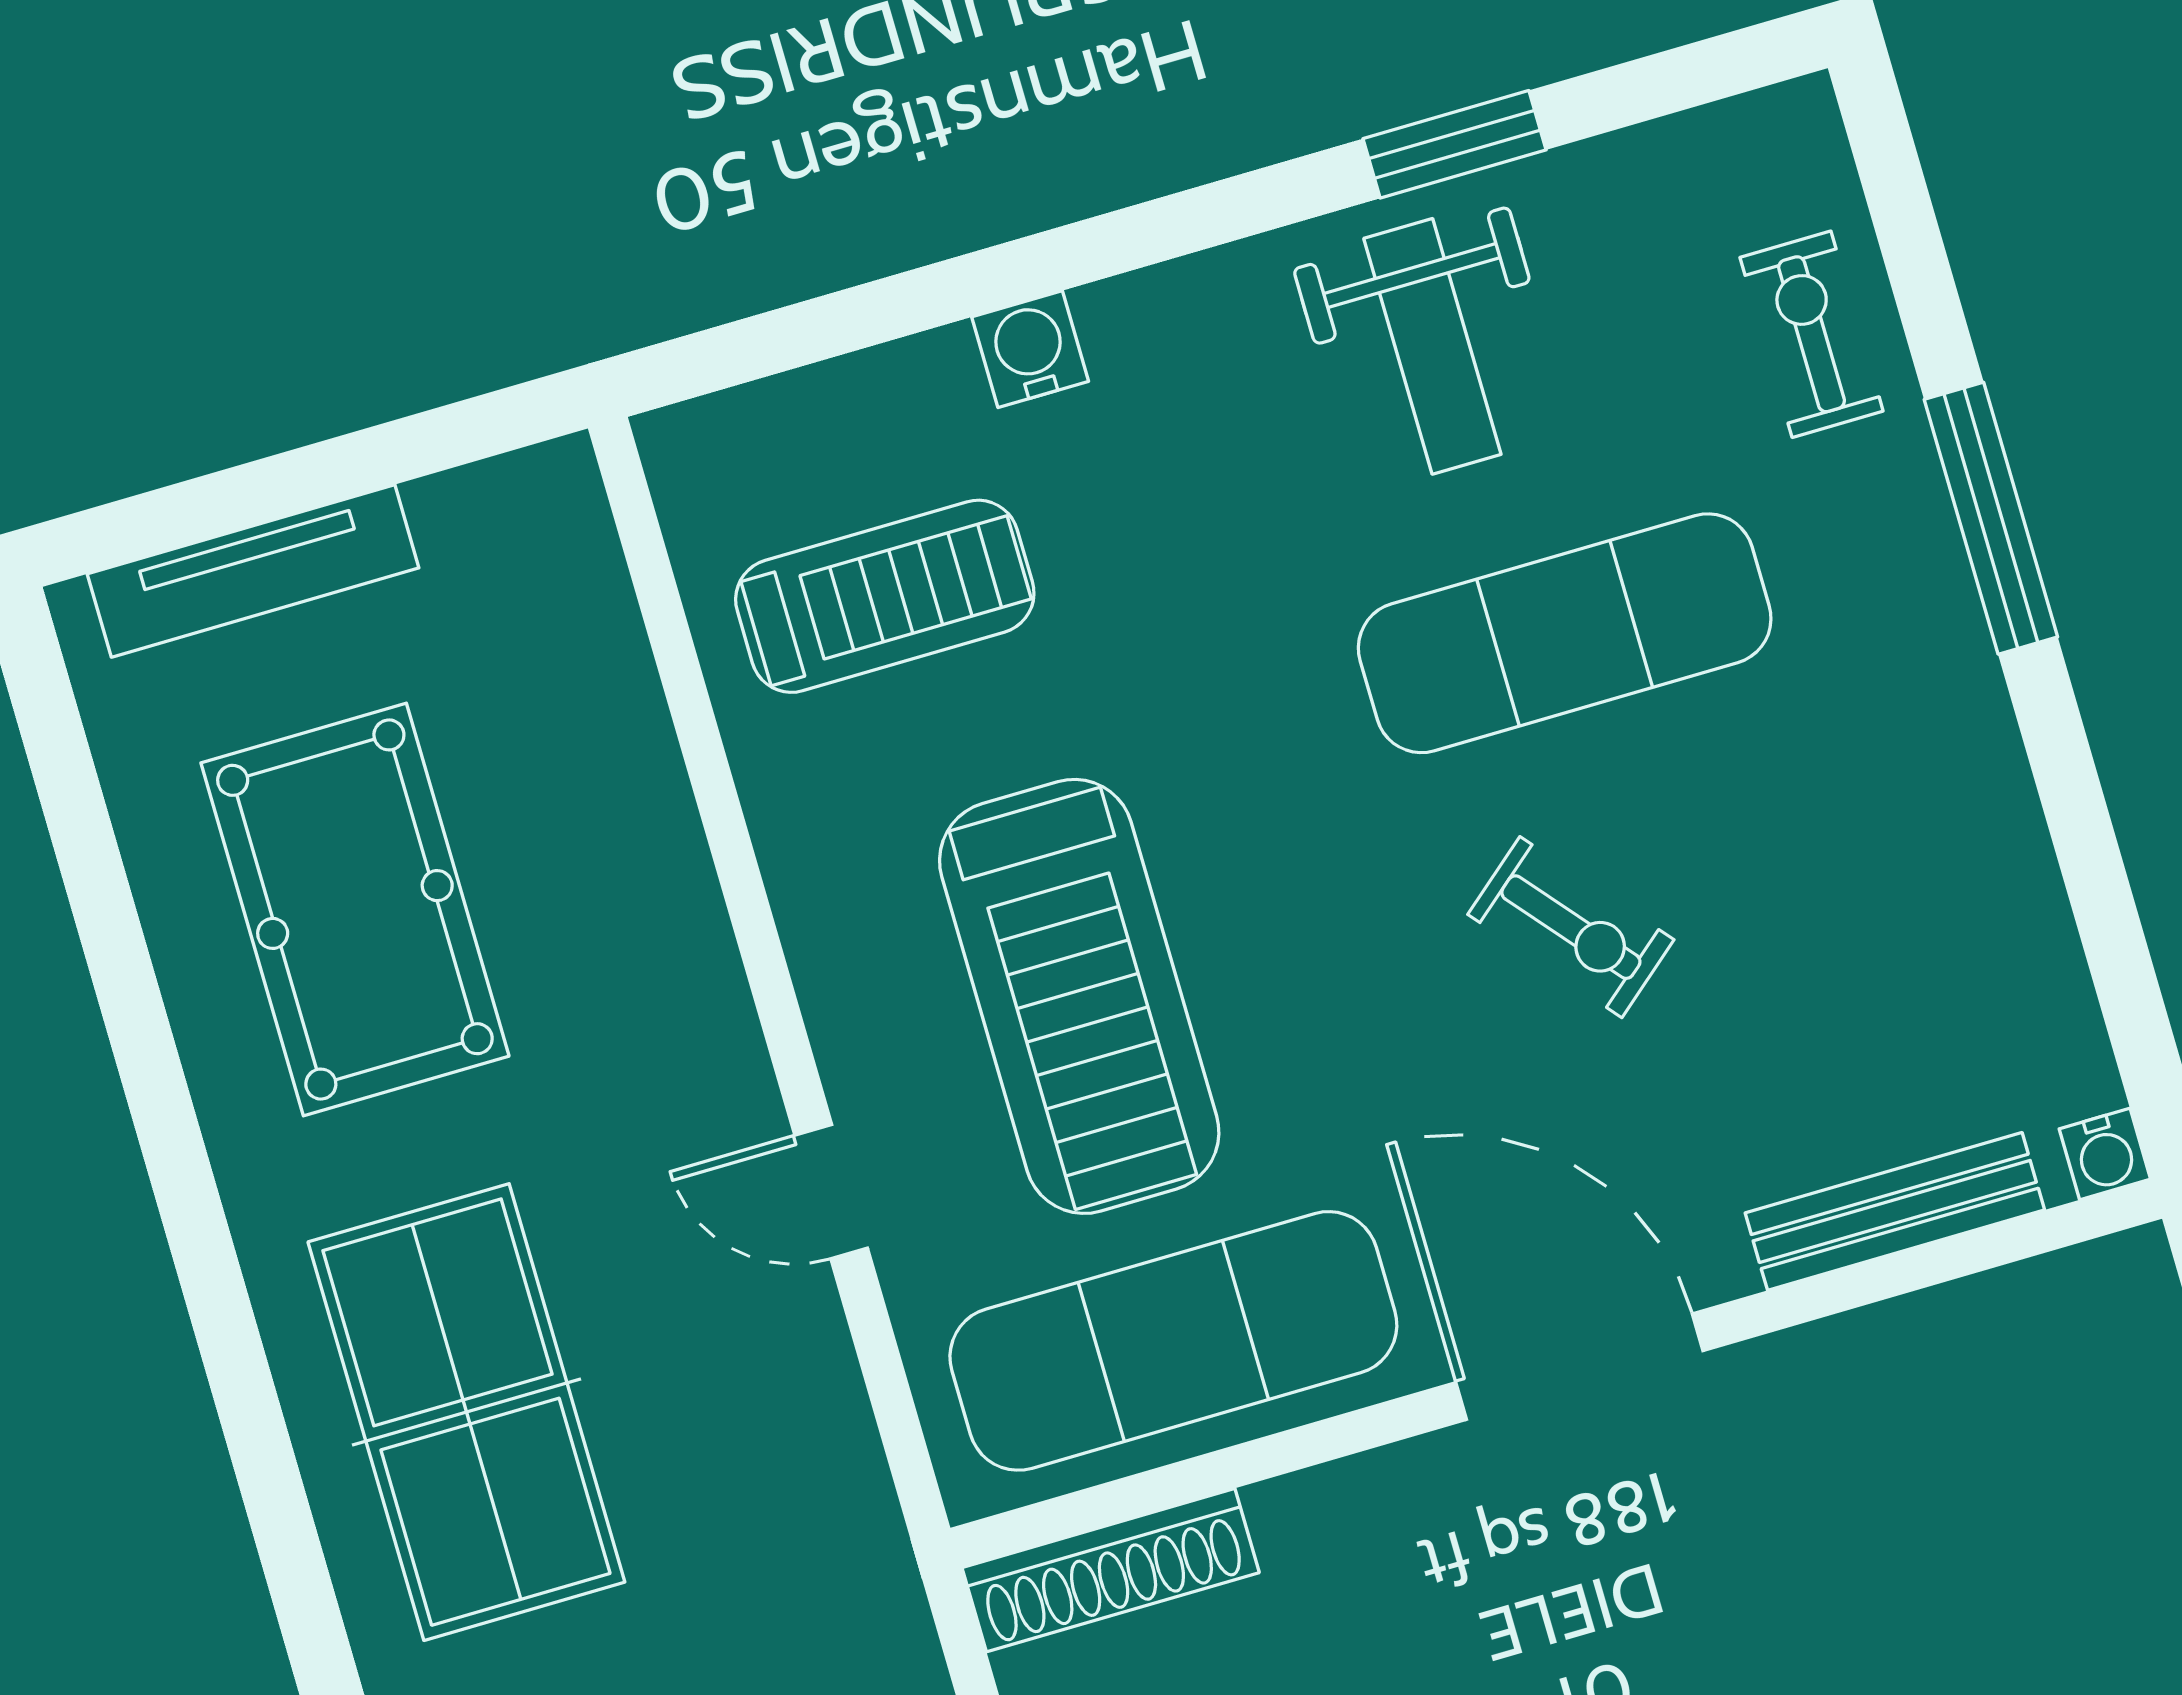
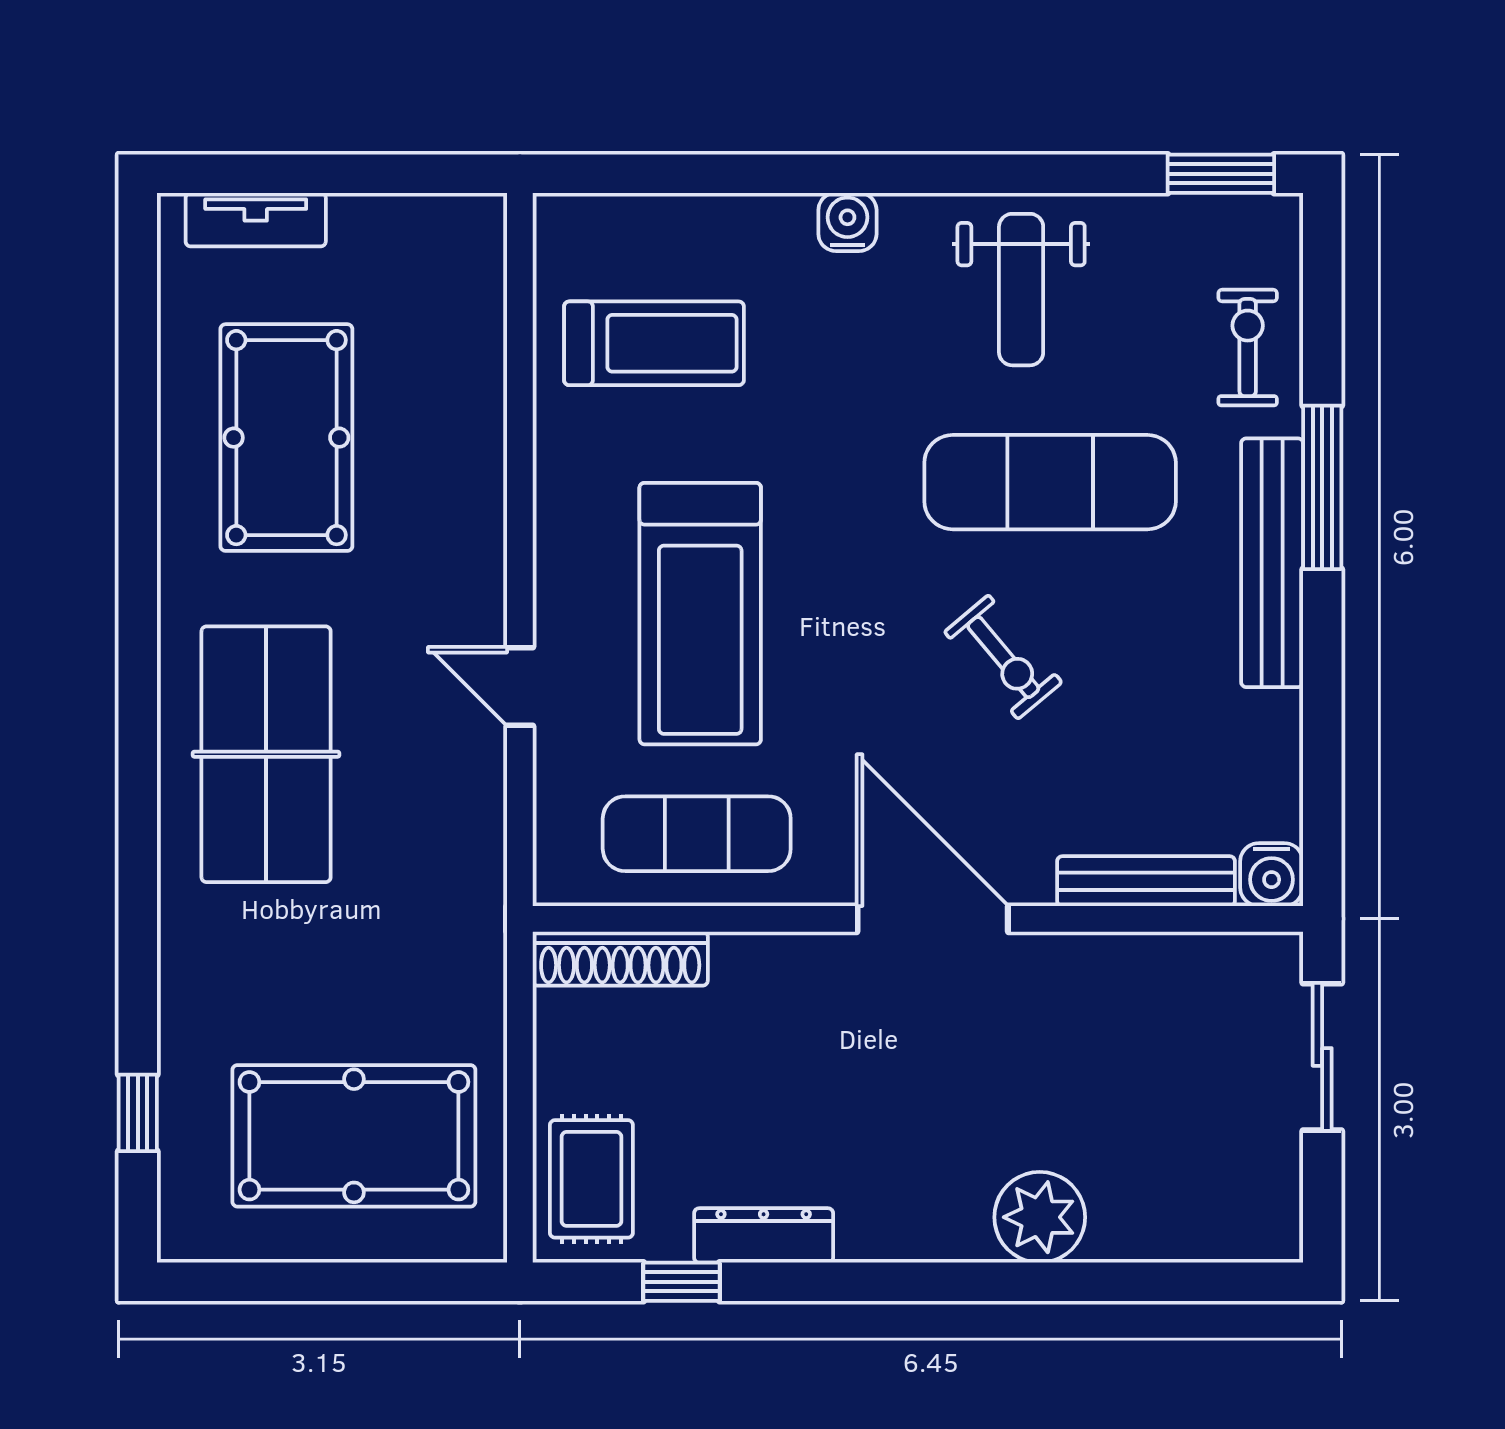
window: (1455, 144) -> (1221, 174), moved
water cooler: (1030, 349) -> (847, 222), moved
tv unit: (253, 571) -> (256, 220), width x0.71
bench: (1947, 658) -> (1272, 563), added
water cooler: (2105, 1154) -> (1272, 875), width x1.38, depth x1.38
exercise mat: (1173, 1341) -> (697, 834), width x0.73, depth x0.69

